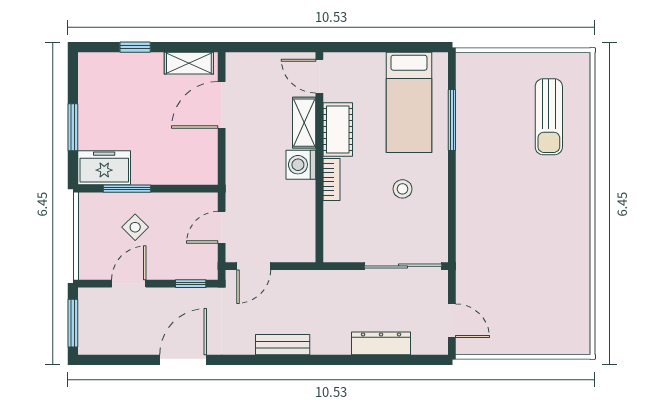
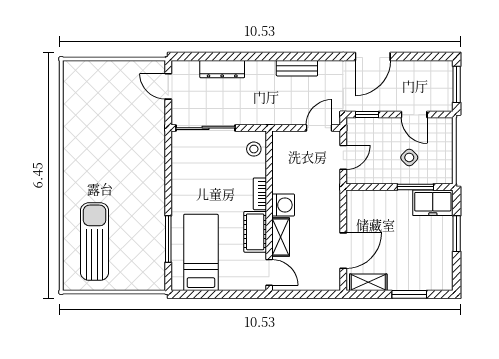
window: (135, 47) -> (409, 294), width x1.50
sun lounger: (549, 117) -> (95, 242), width x1.36, depth x1.34
stool: (402, 189) -> (254, 149), moved
door: (129, 284) -> (414, 115), hinge flipped

